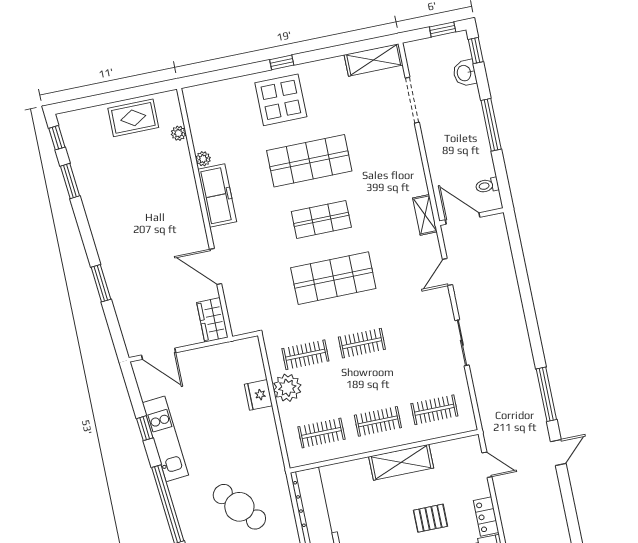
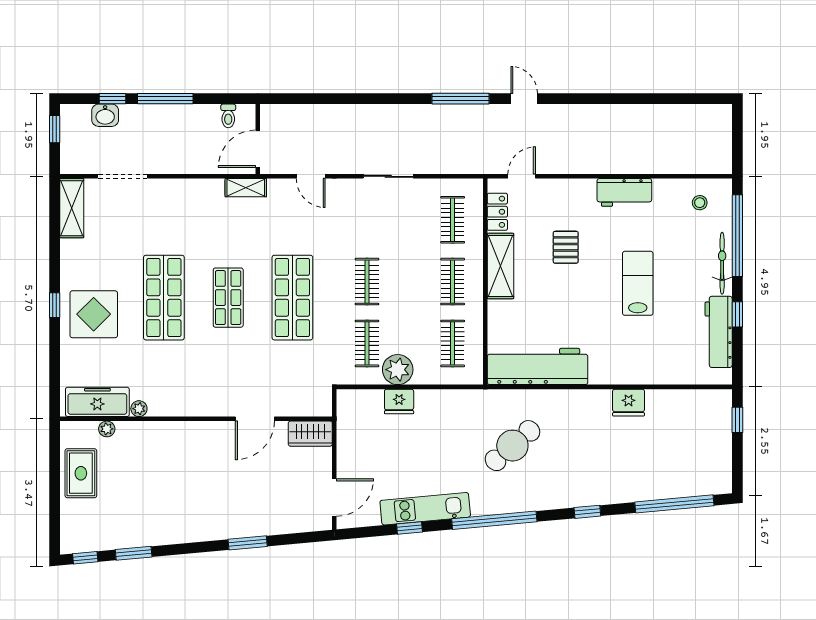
window: (476, 51) -> (113, 99), moved
freezer: (217, 195) -> (97, 402), moved
locker: (486, 516) -> (497, 212), moved, turned -90

